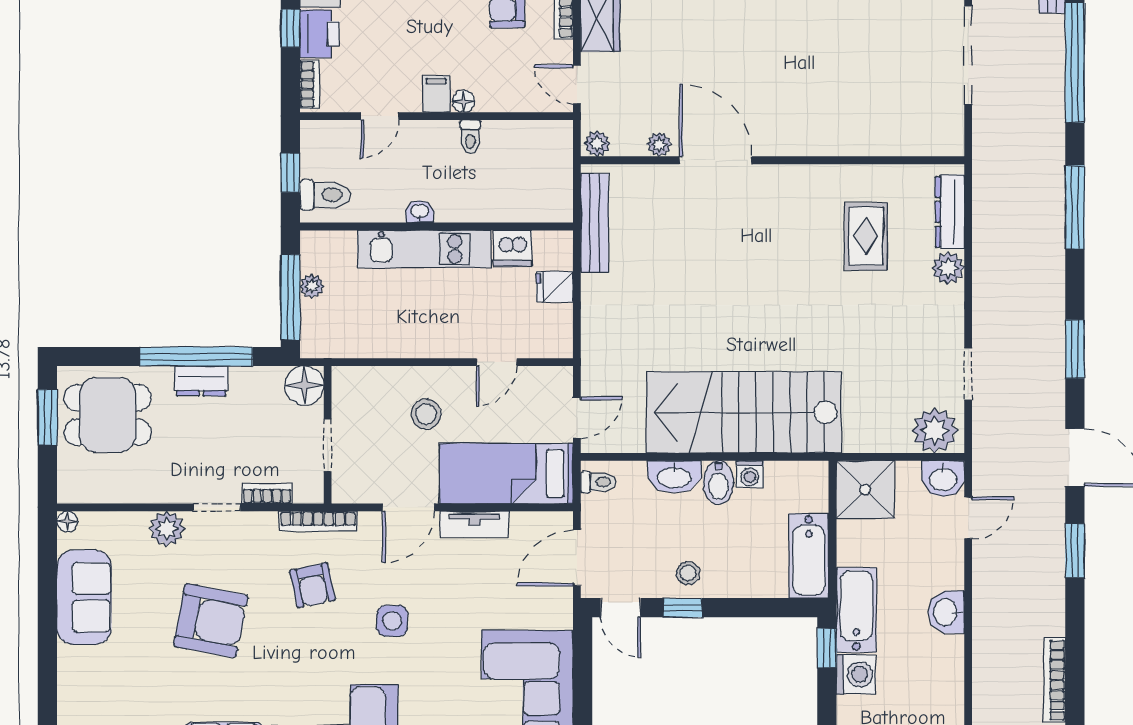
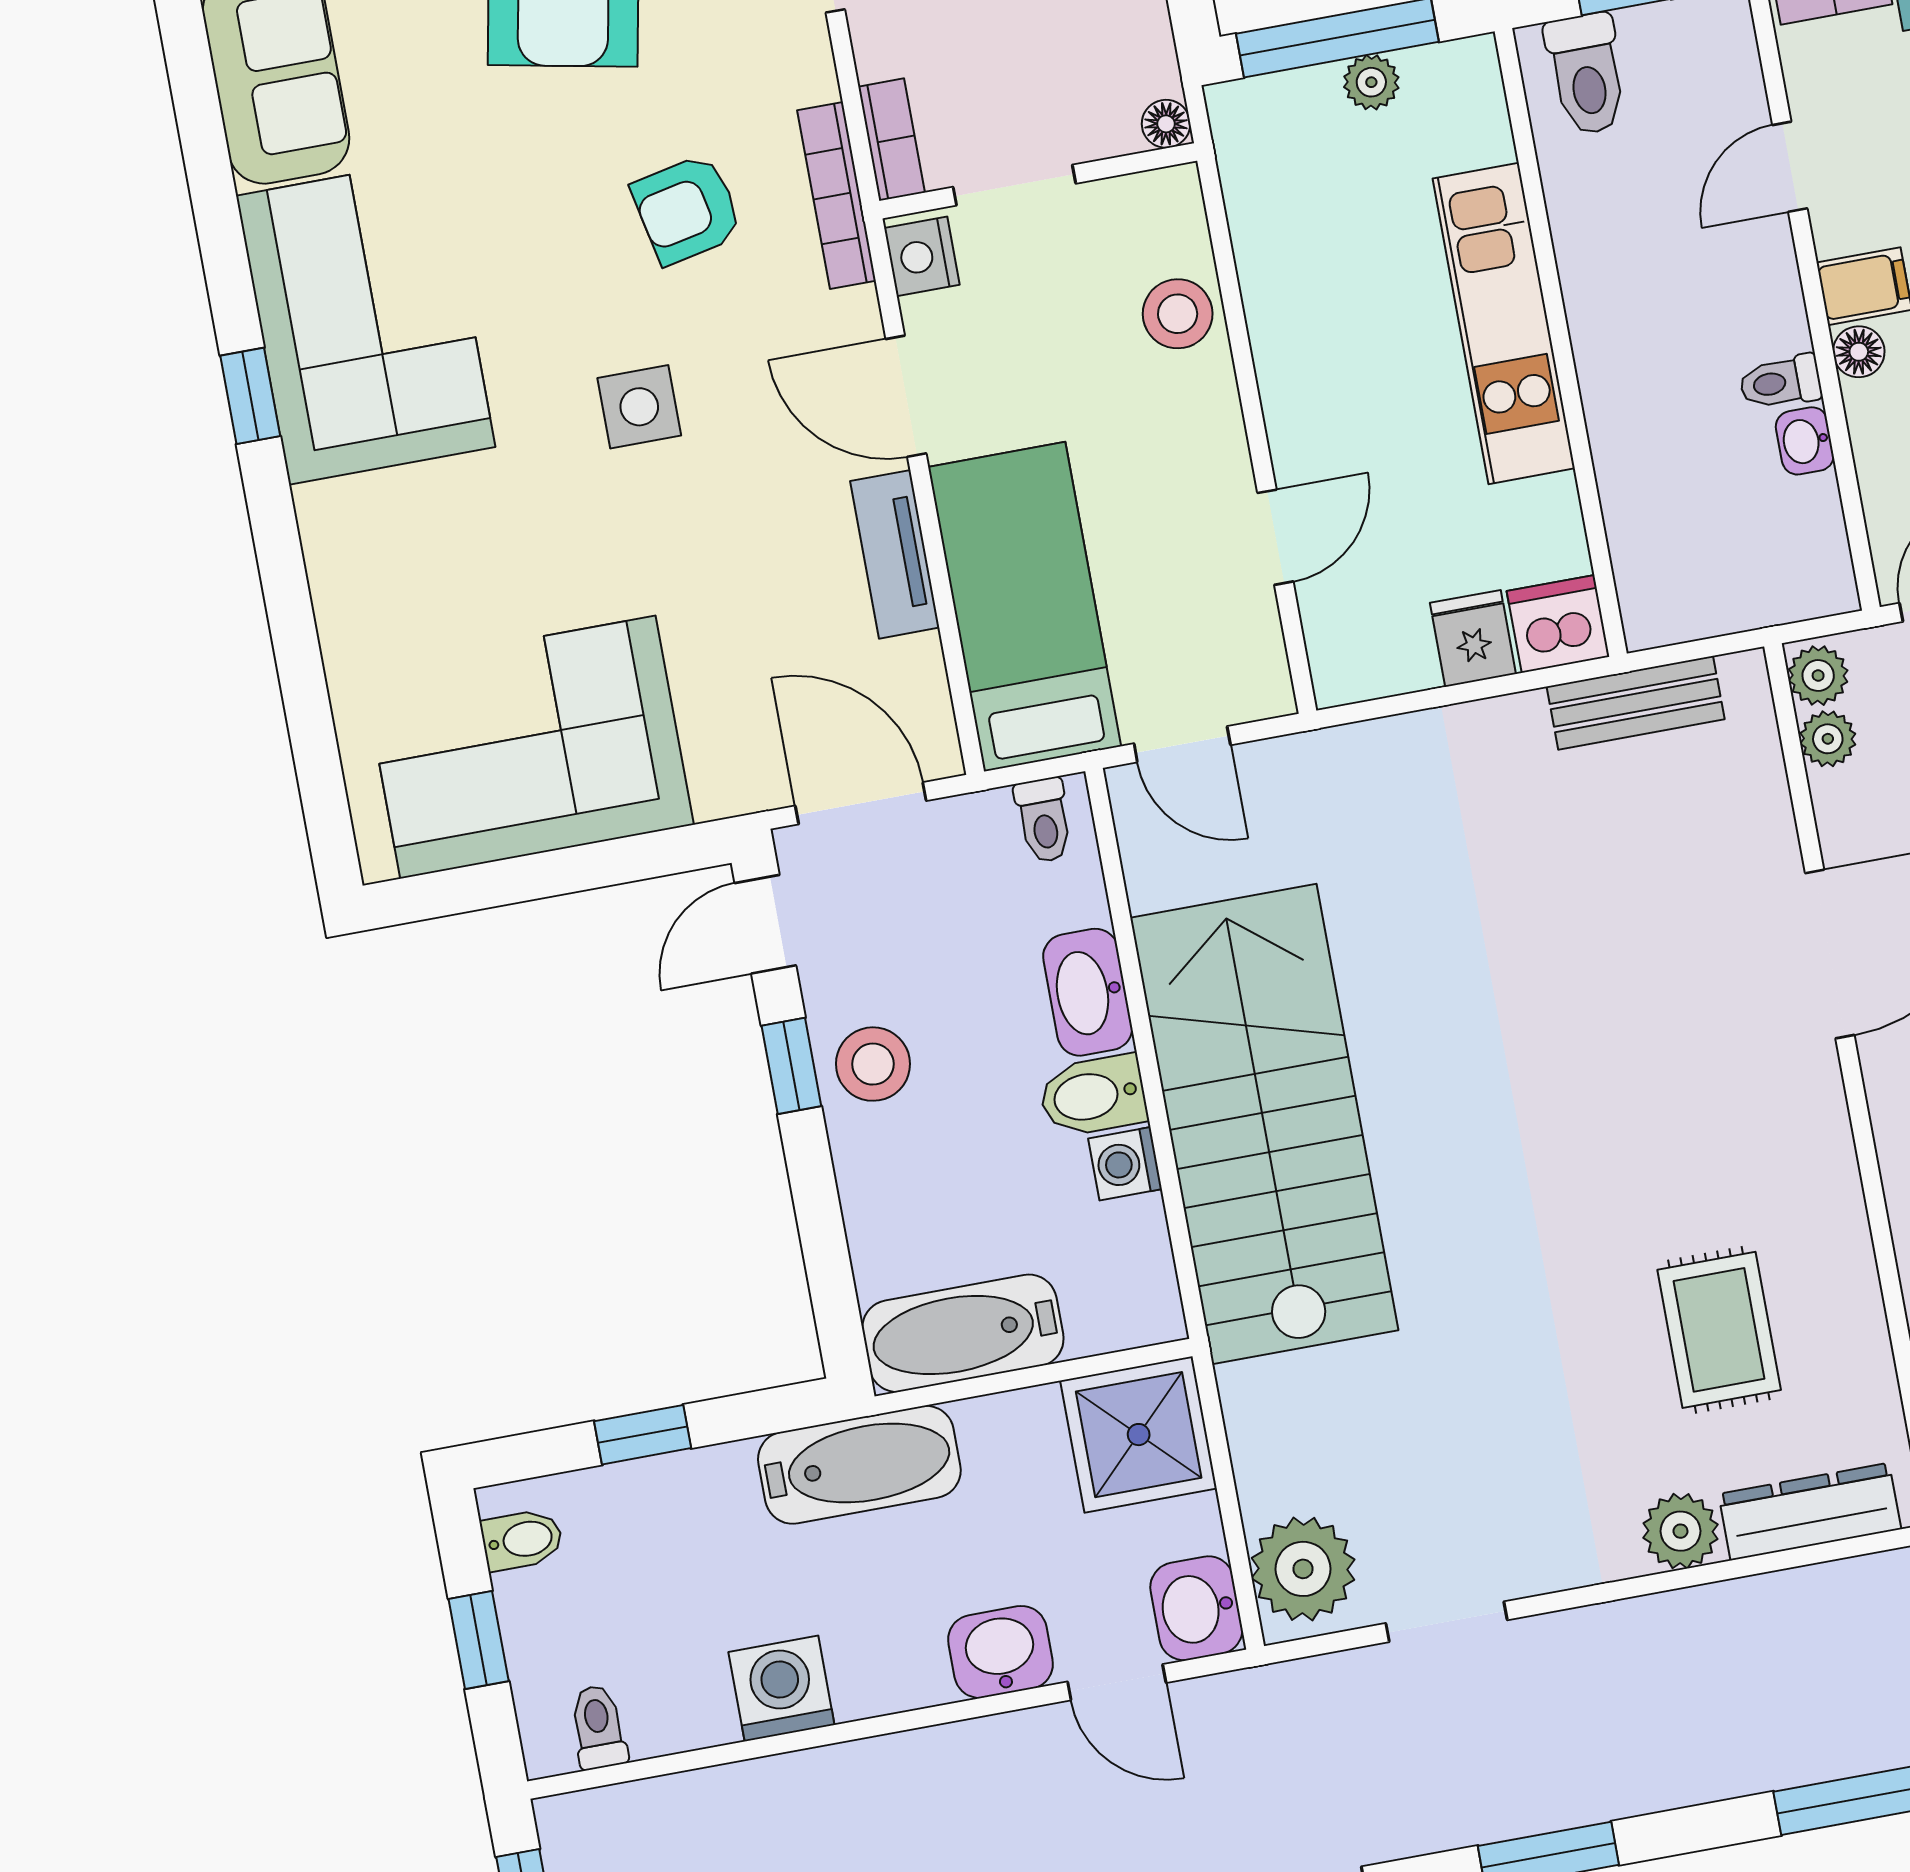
door: (380, 116) -> (1790, 167), hinge flipped
plant: (659, 144) -> (1828, 739), moved
washbasin: (420, 212) -> (1805, 441), moved, turned 180
bench: (595, 223) -> (1636, 703), width x0.73
rug: (866, 236) -> (1719, 1330), turned 90
dishwasher: (512, 248) -> (1558, 624), moved, turned 90
door: (497, 362) -> (1275, 537), swing flipped
floor lamp: (304, 385) -> (1166, 124), width x0.53, depth x0.53
stool: (426, 414) -> (1178, 314), moved
nightstand: (351, 490) -> (922, 256), added
bookcase: (267, 494) -> (891, 140), moved
stool: (688, 573) -> (873, 1064), width x1.37, depth x1.37
washbasin: (946, 612) -> (1001, 1652), moved
window: (827, 648) -> (643, 1435), moved
washing machine: (856, 675) -> (781, 1688), moved, turned 180

